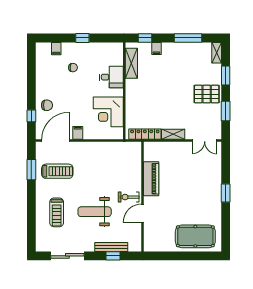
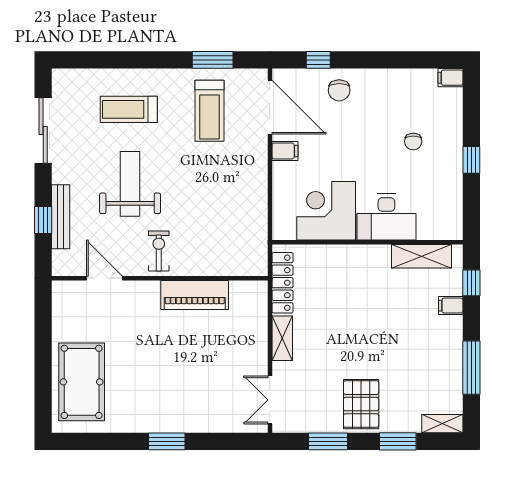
filing cabinet: (56, 49) -> (450, 78), moved
desk: (111, 77) -> (386, 217), width x1.37
door: (143, 213) -> (104, 278), moved

